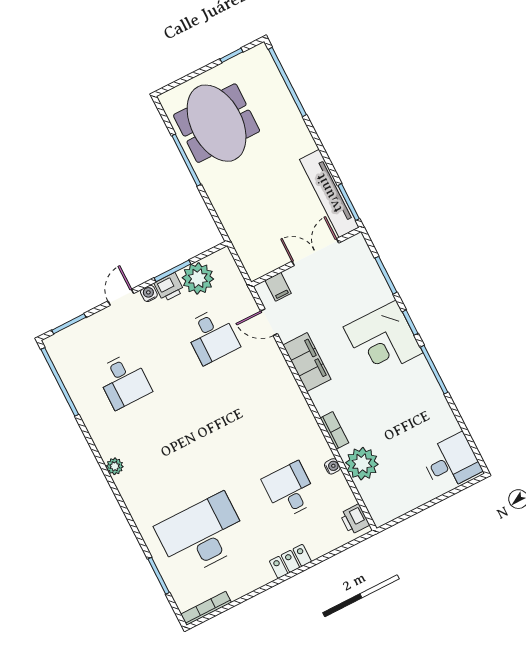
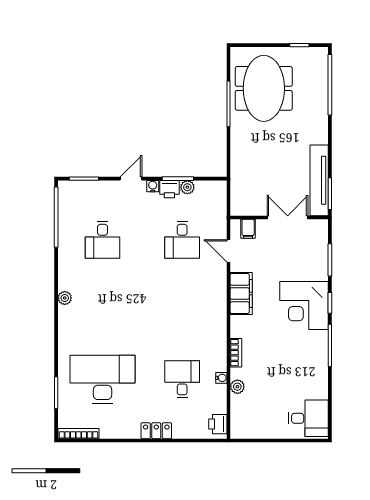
plant: (198, 278) -> (187, 187), width x0.53, depth x0.53
plant: (362, 464) -> (237, 387), width x0.53, depth x0.53

